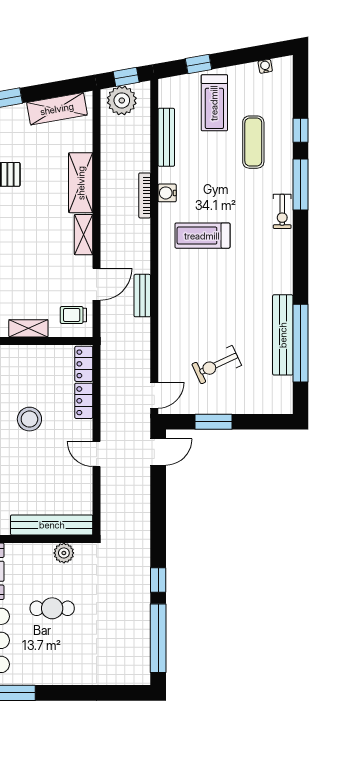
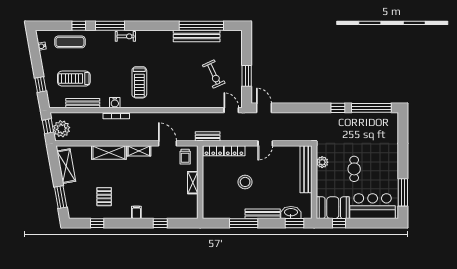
treadmill: (214, 103) -> (74, 79), moved, turned 180
exercise mat: (253, 142) -> (70, 42), moved
bench: (142, 296) -> (208, 136), moved

